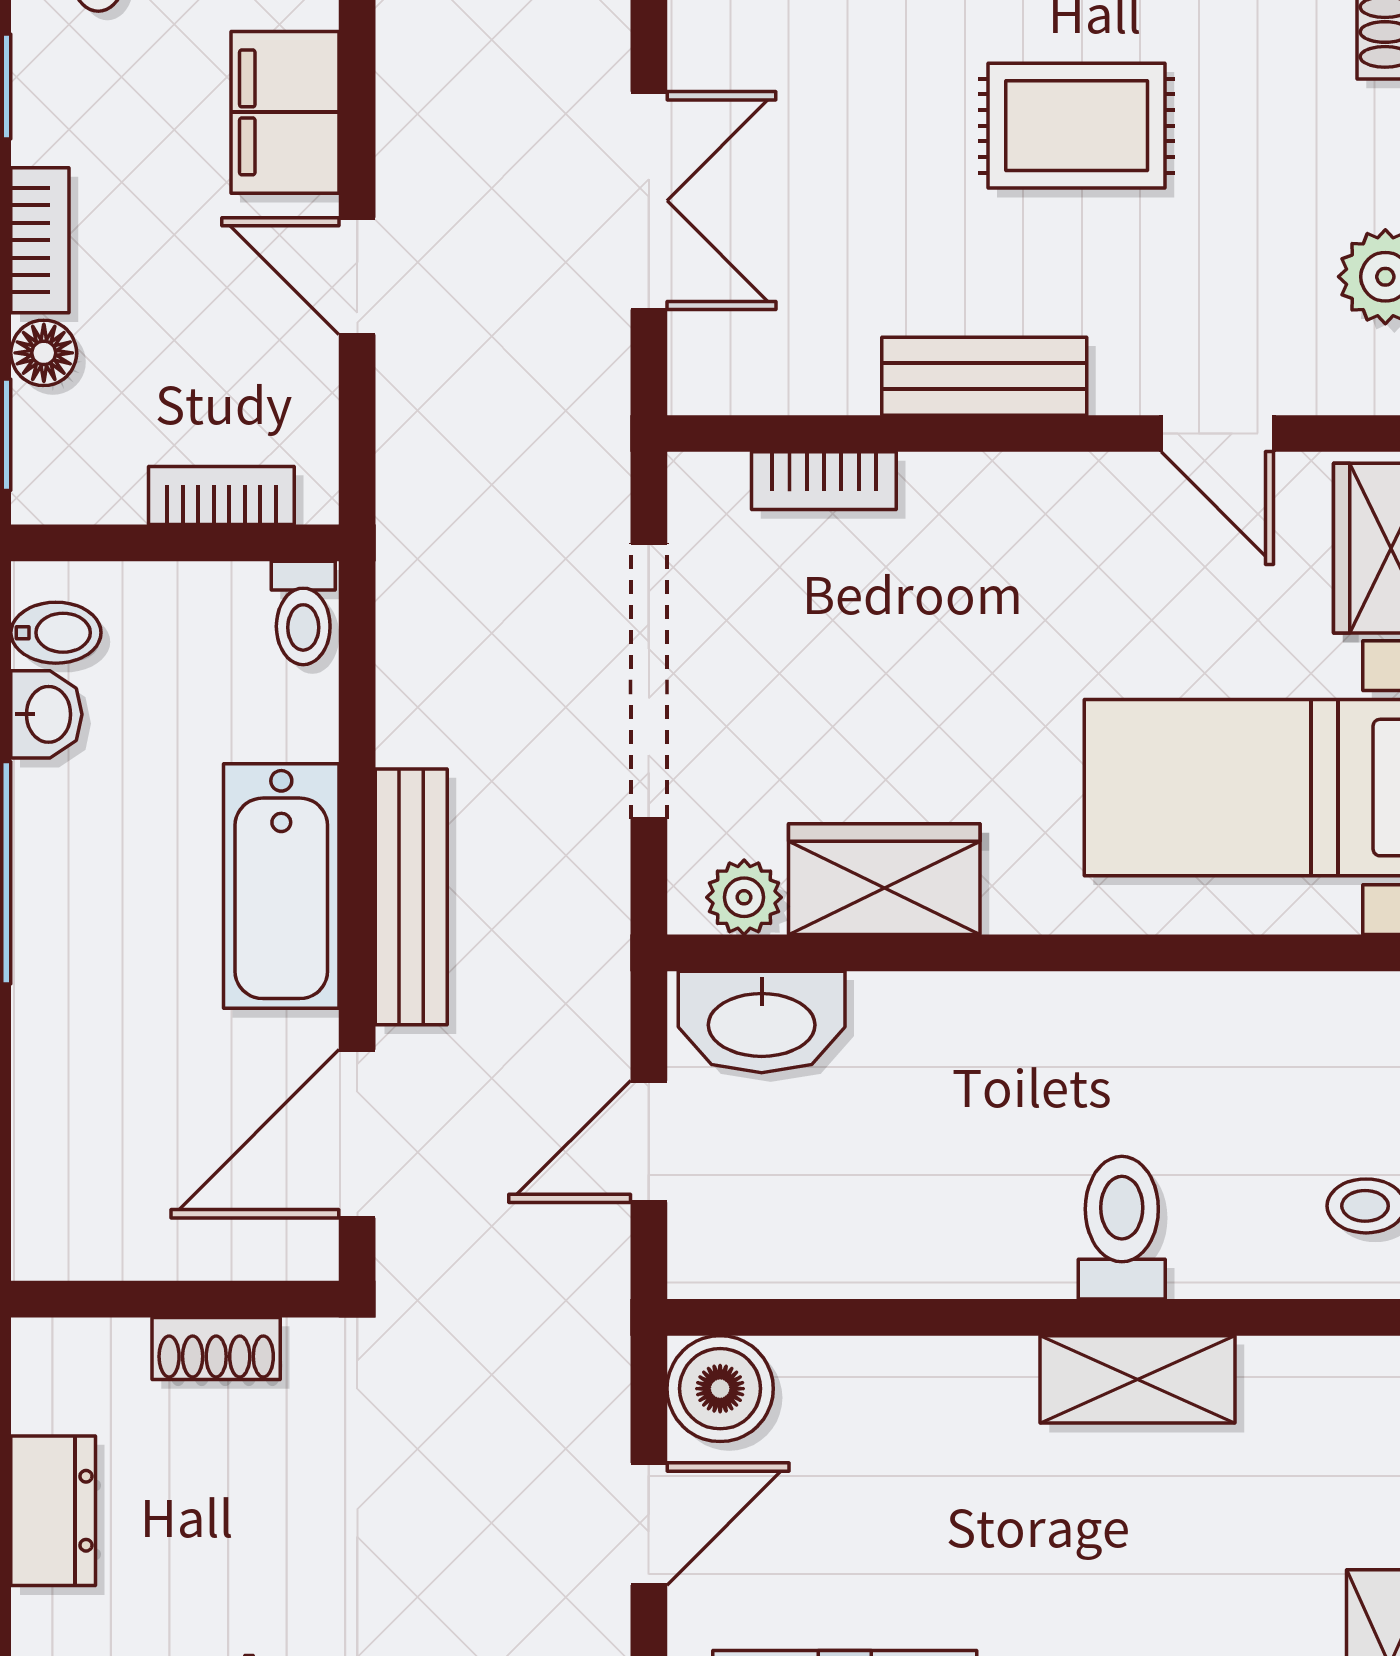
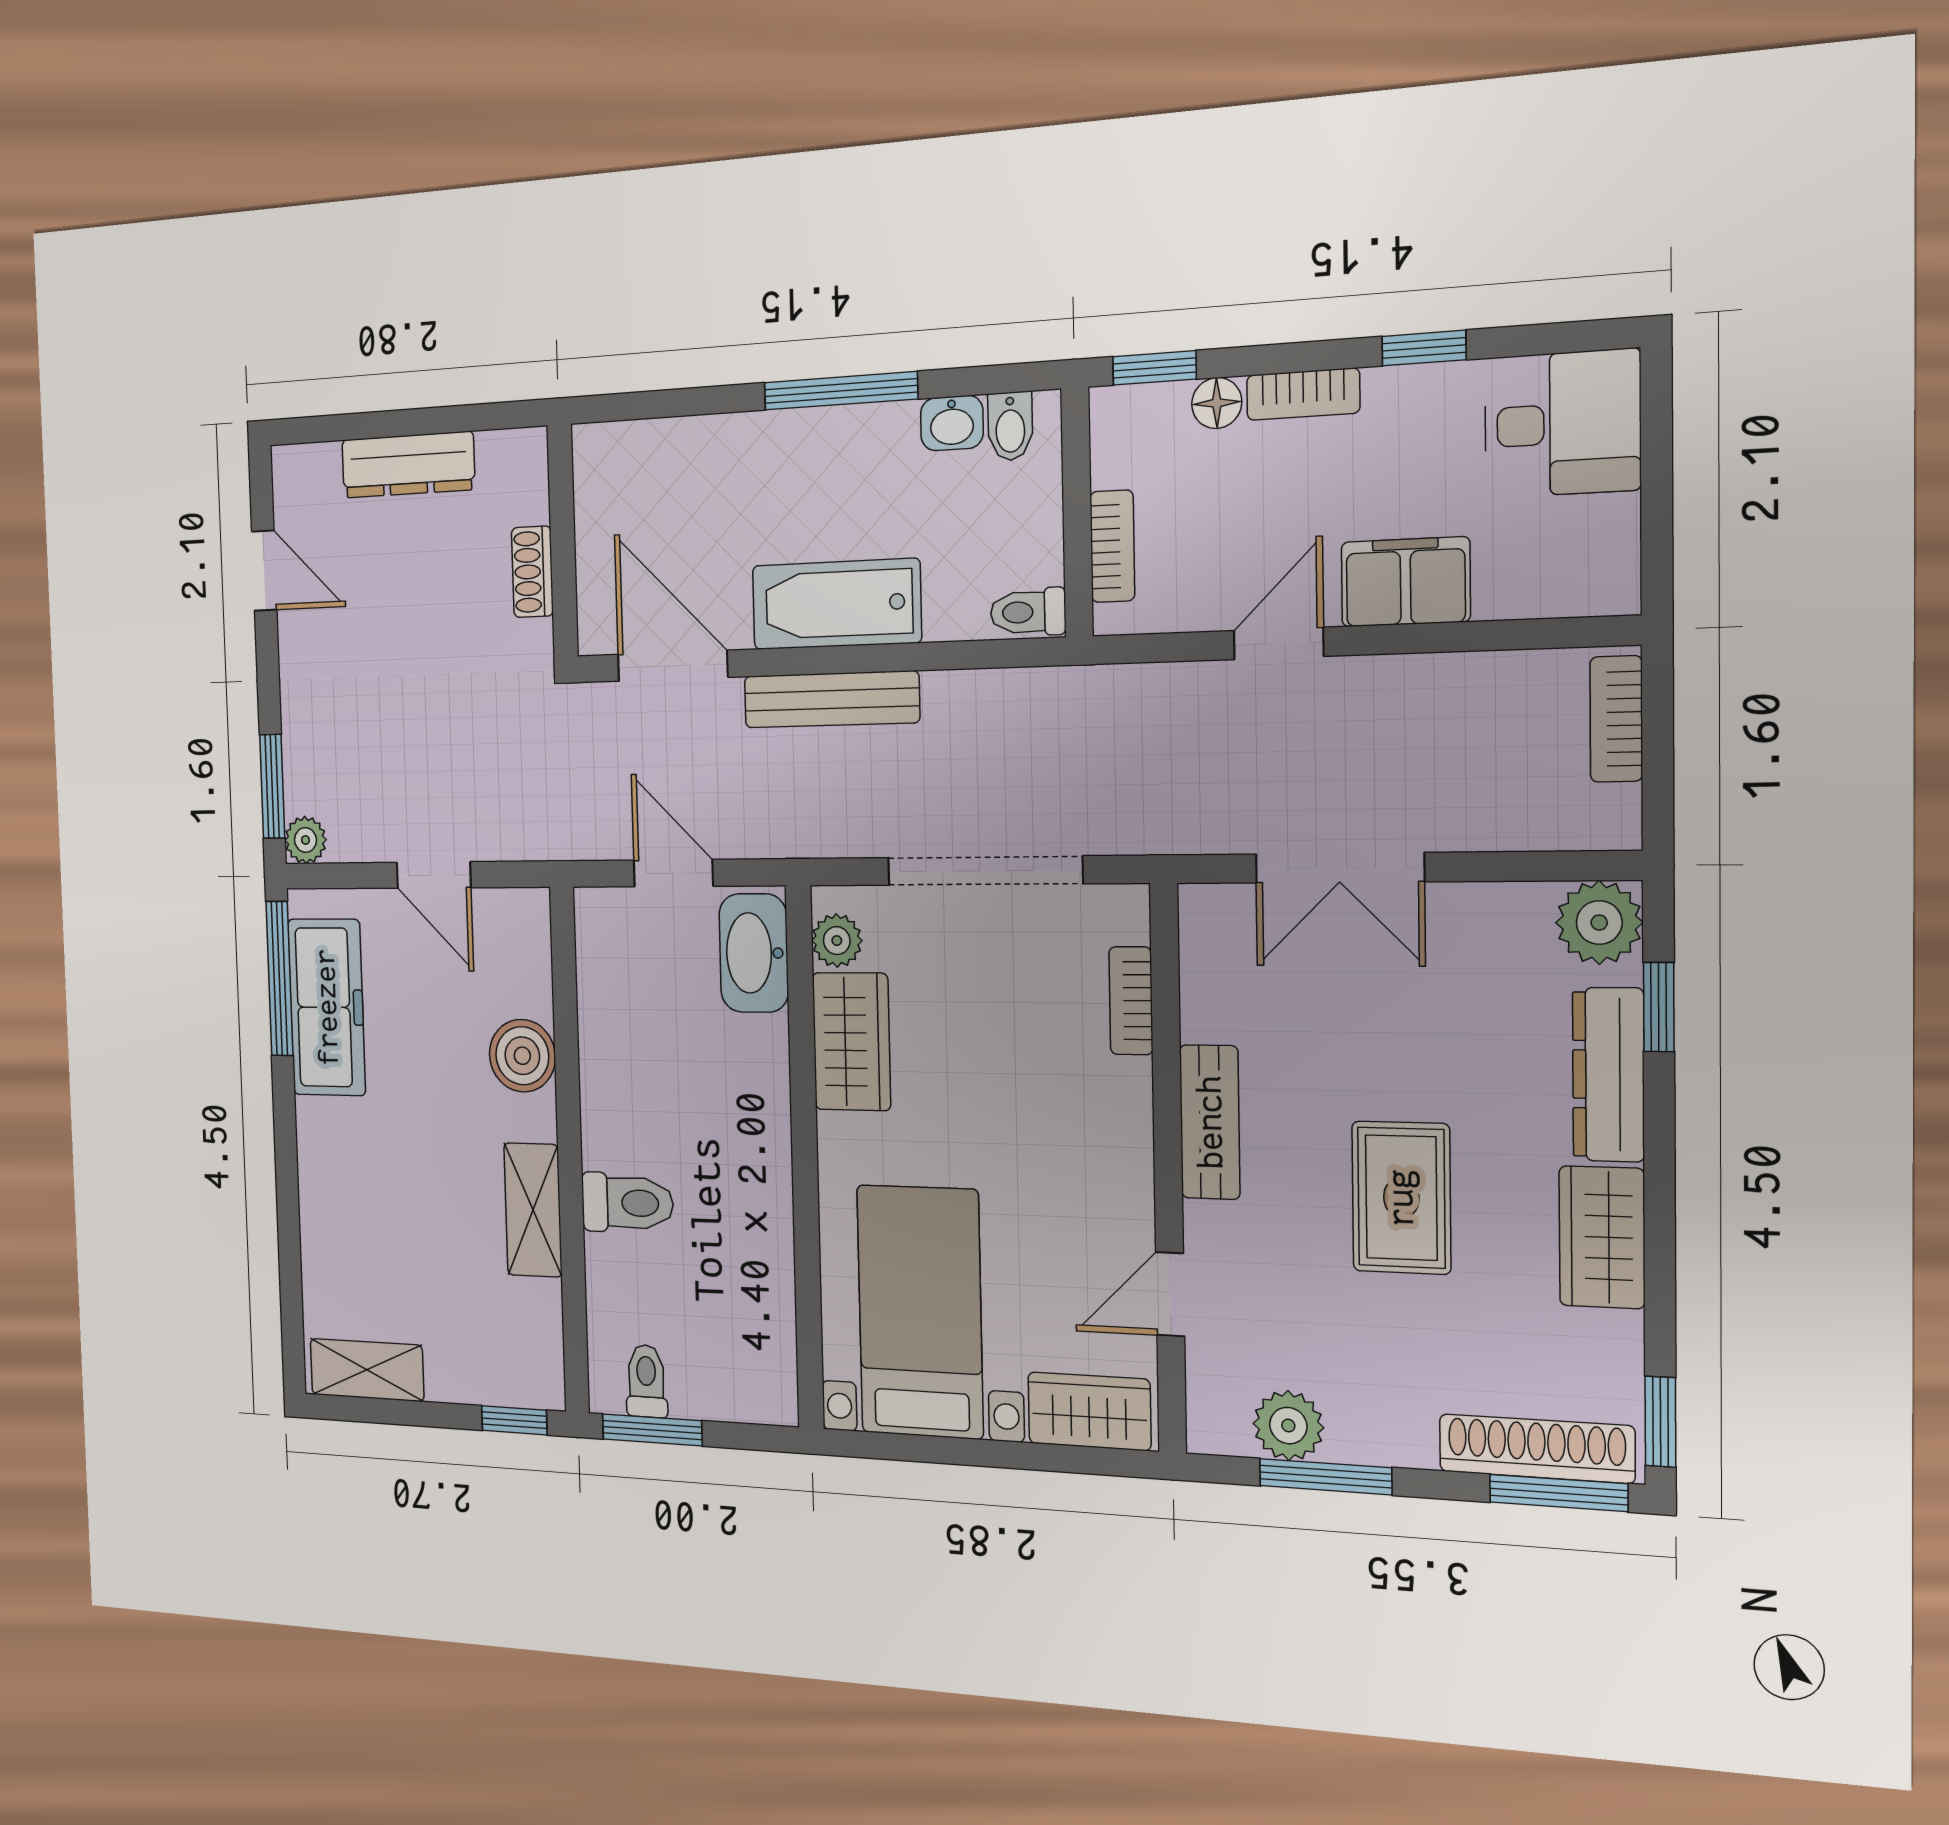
boiler: (720, 1389) -> (522, 1056), moved
dresser: (53, 1511) -> (408, 465), width x1.44

